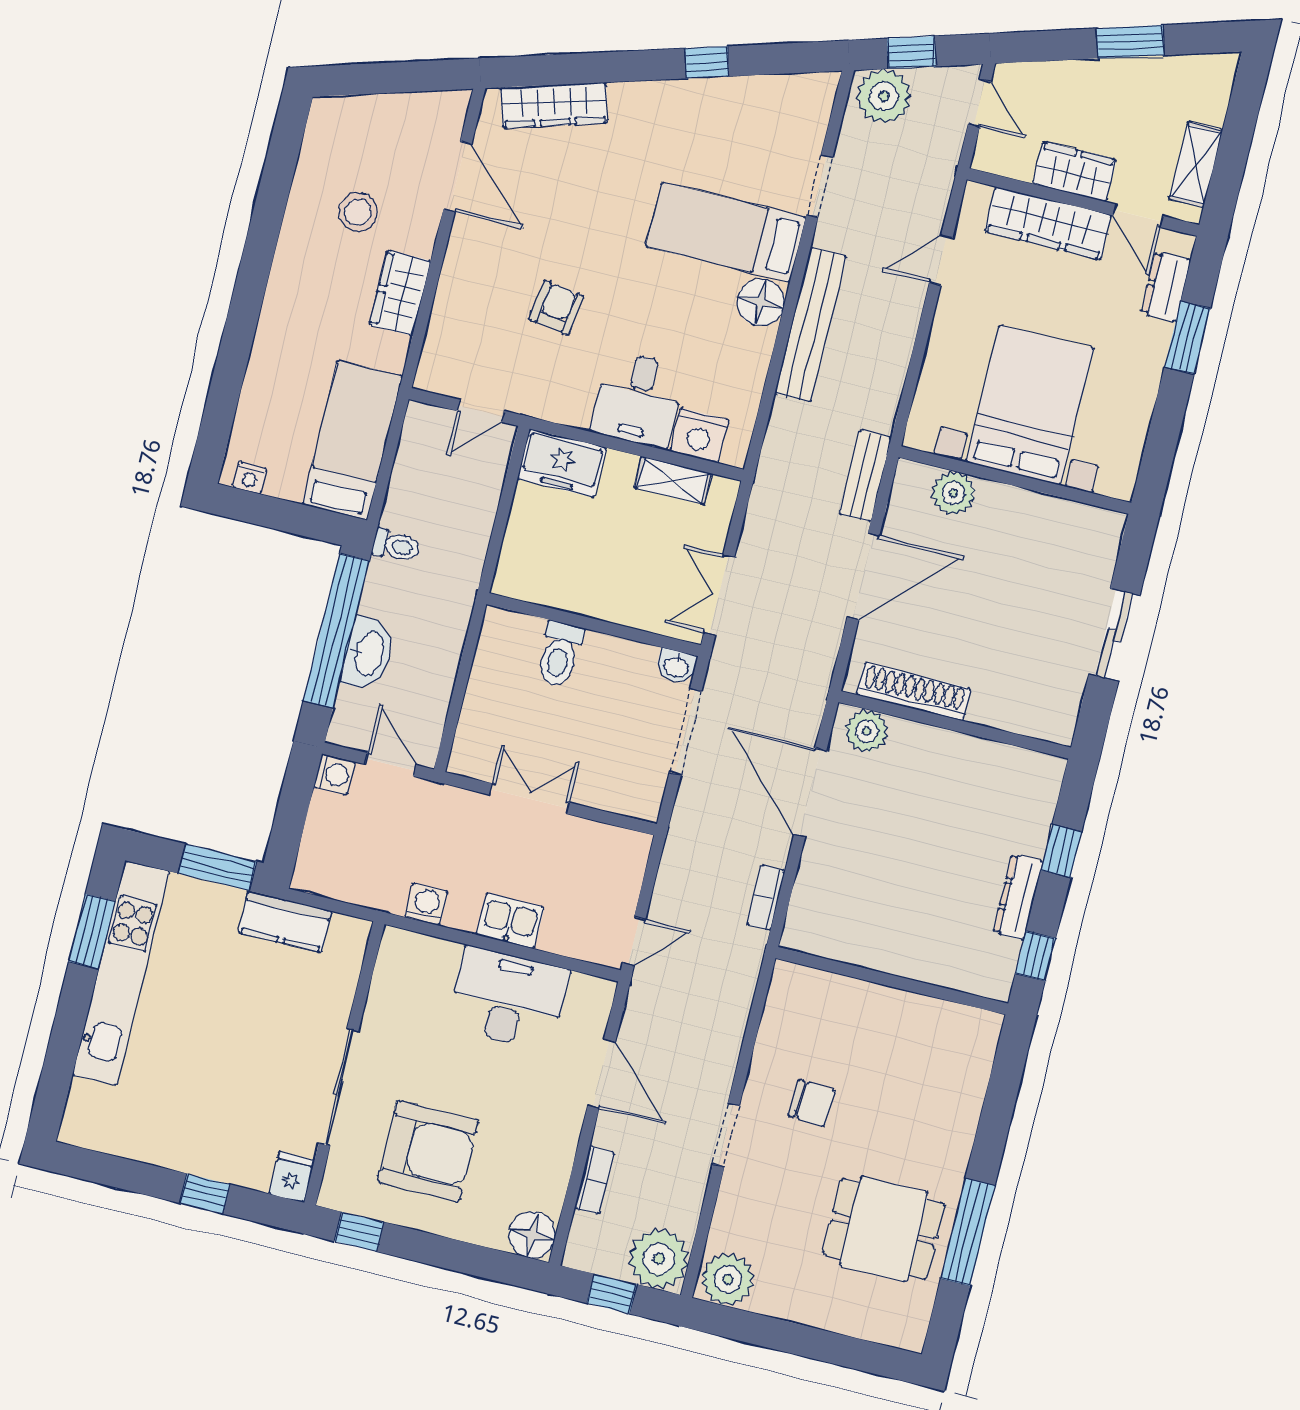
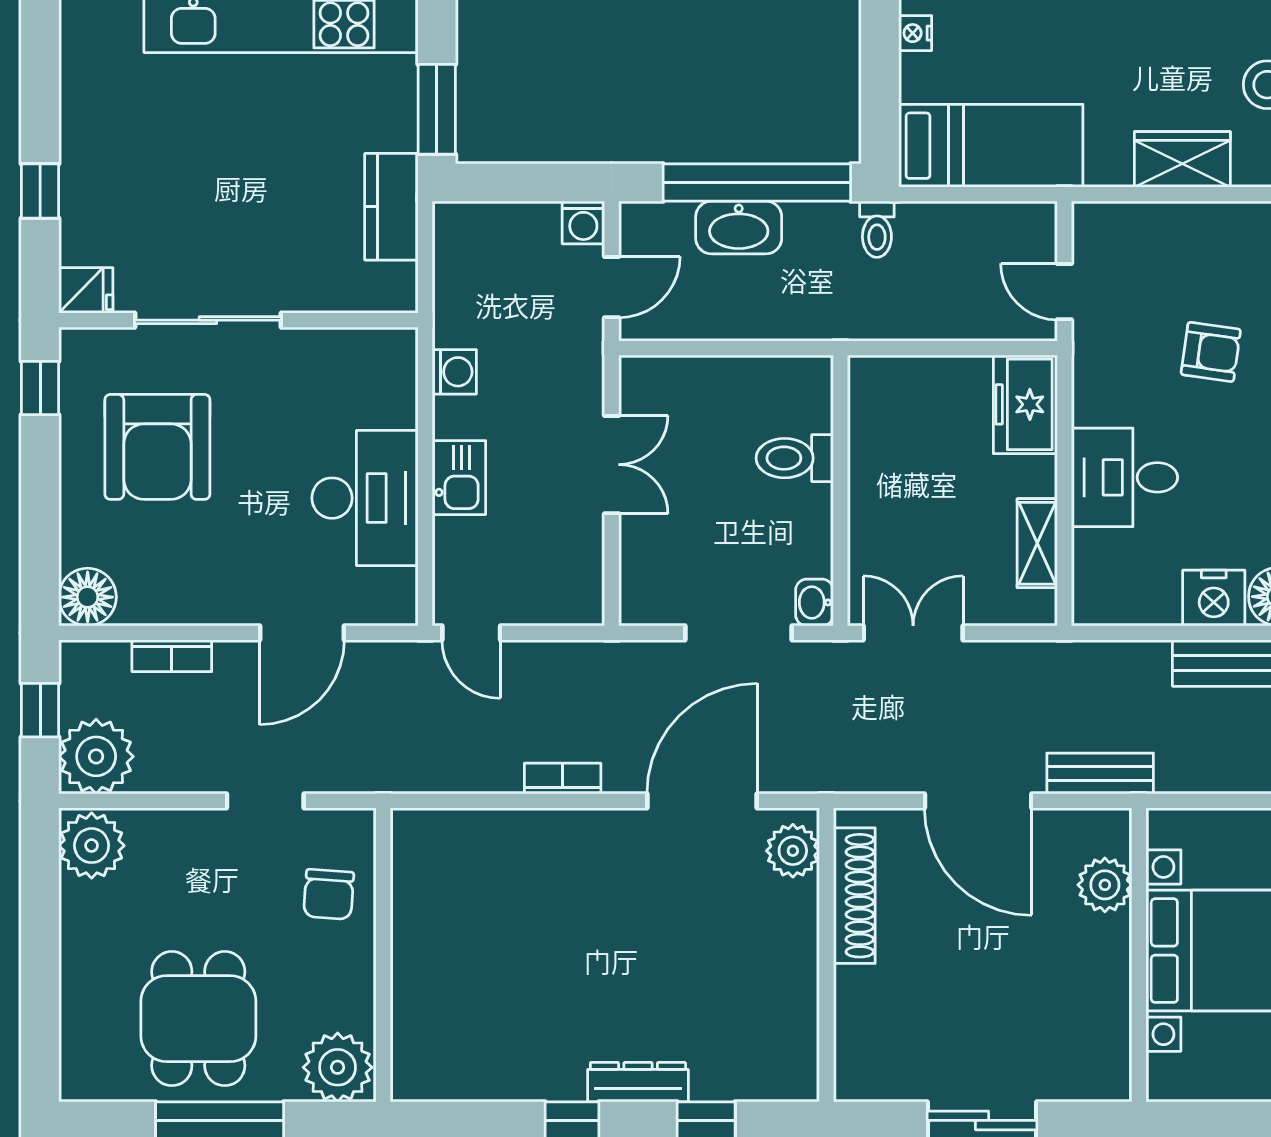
nightstand: (699, 435) -> (1214, 598), moved, turned -90
wall: (892, 981) -> (383, 955), moved
plant: (949, 1129) -> (338, 1067), added

